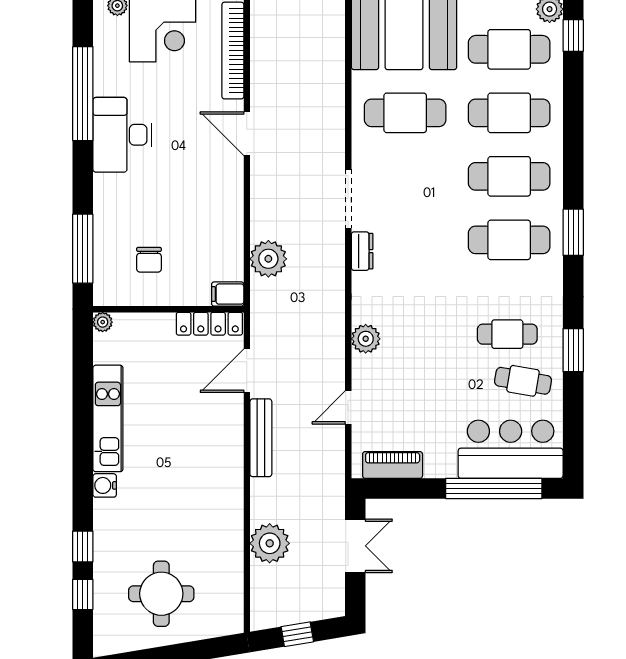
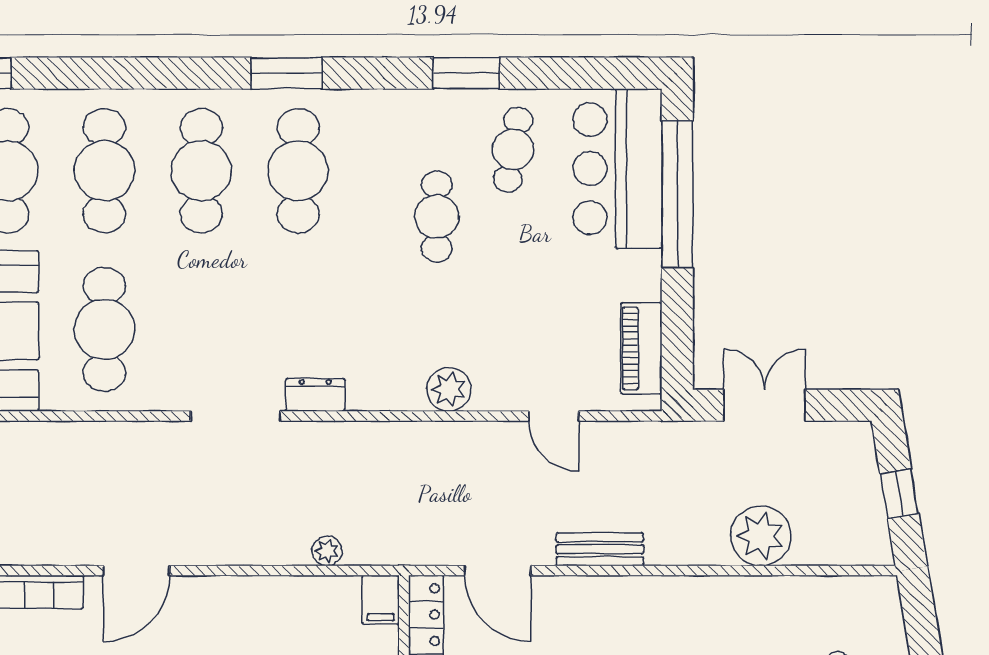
plant: (268, 259) -> (327, 551), width x0.53, depth x0.53
cafe table: (507, 334) -> (437, 217), moved
bench: (261, 438) -> (600, 549), width x0.73

